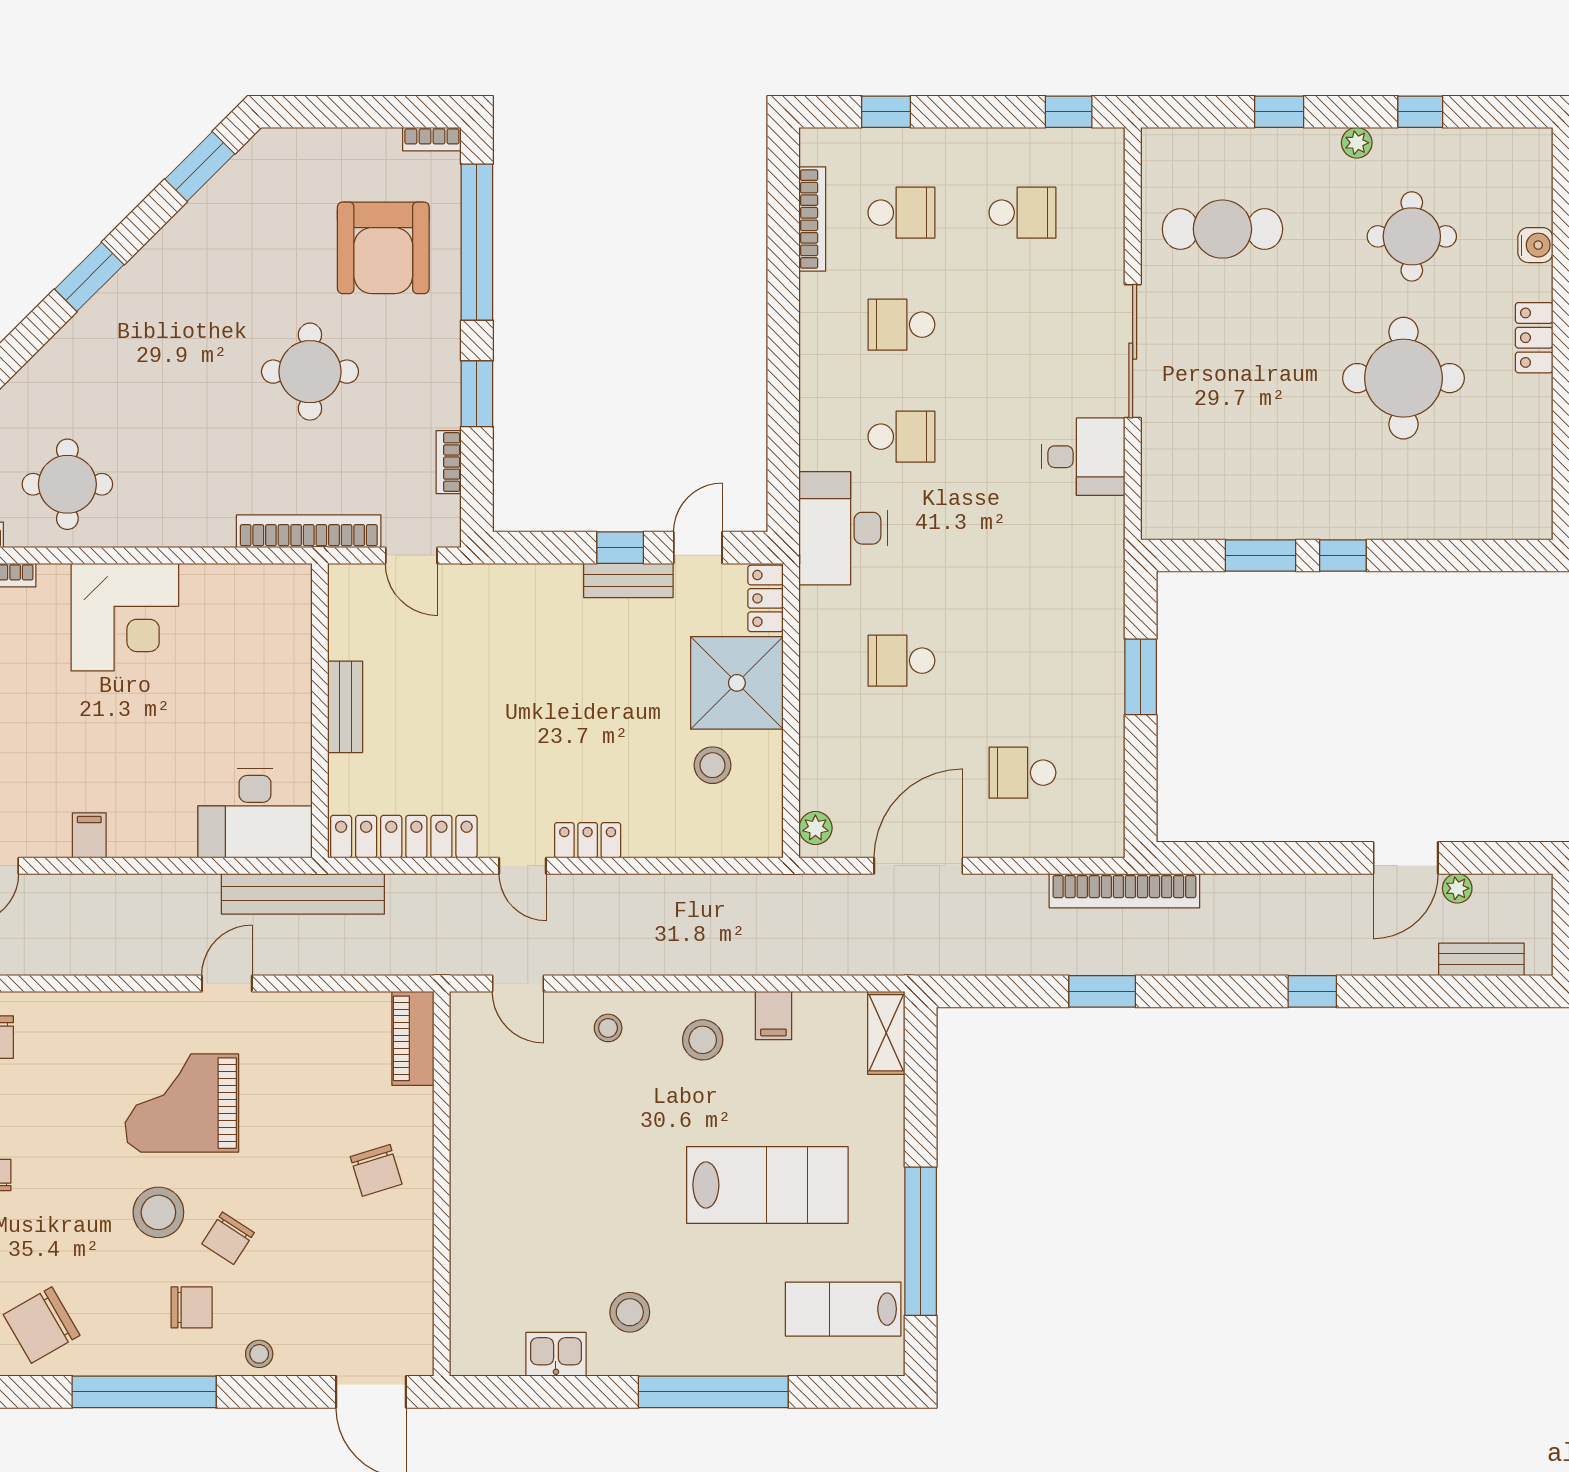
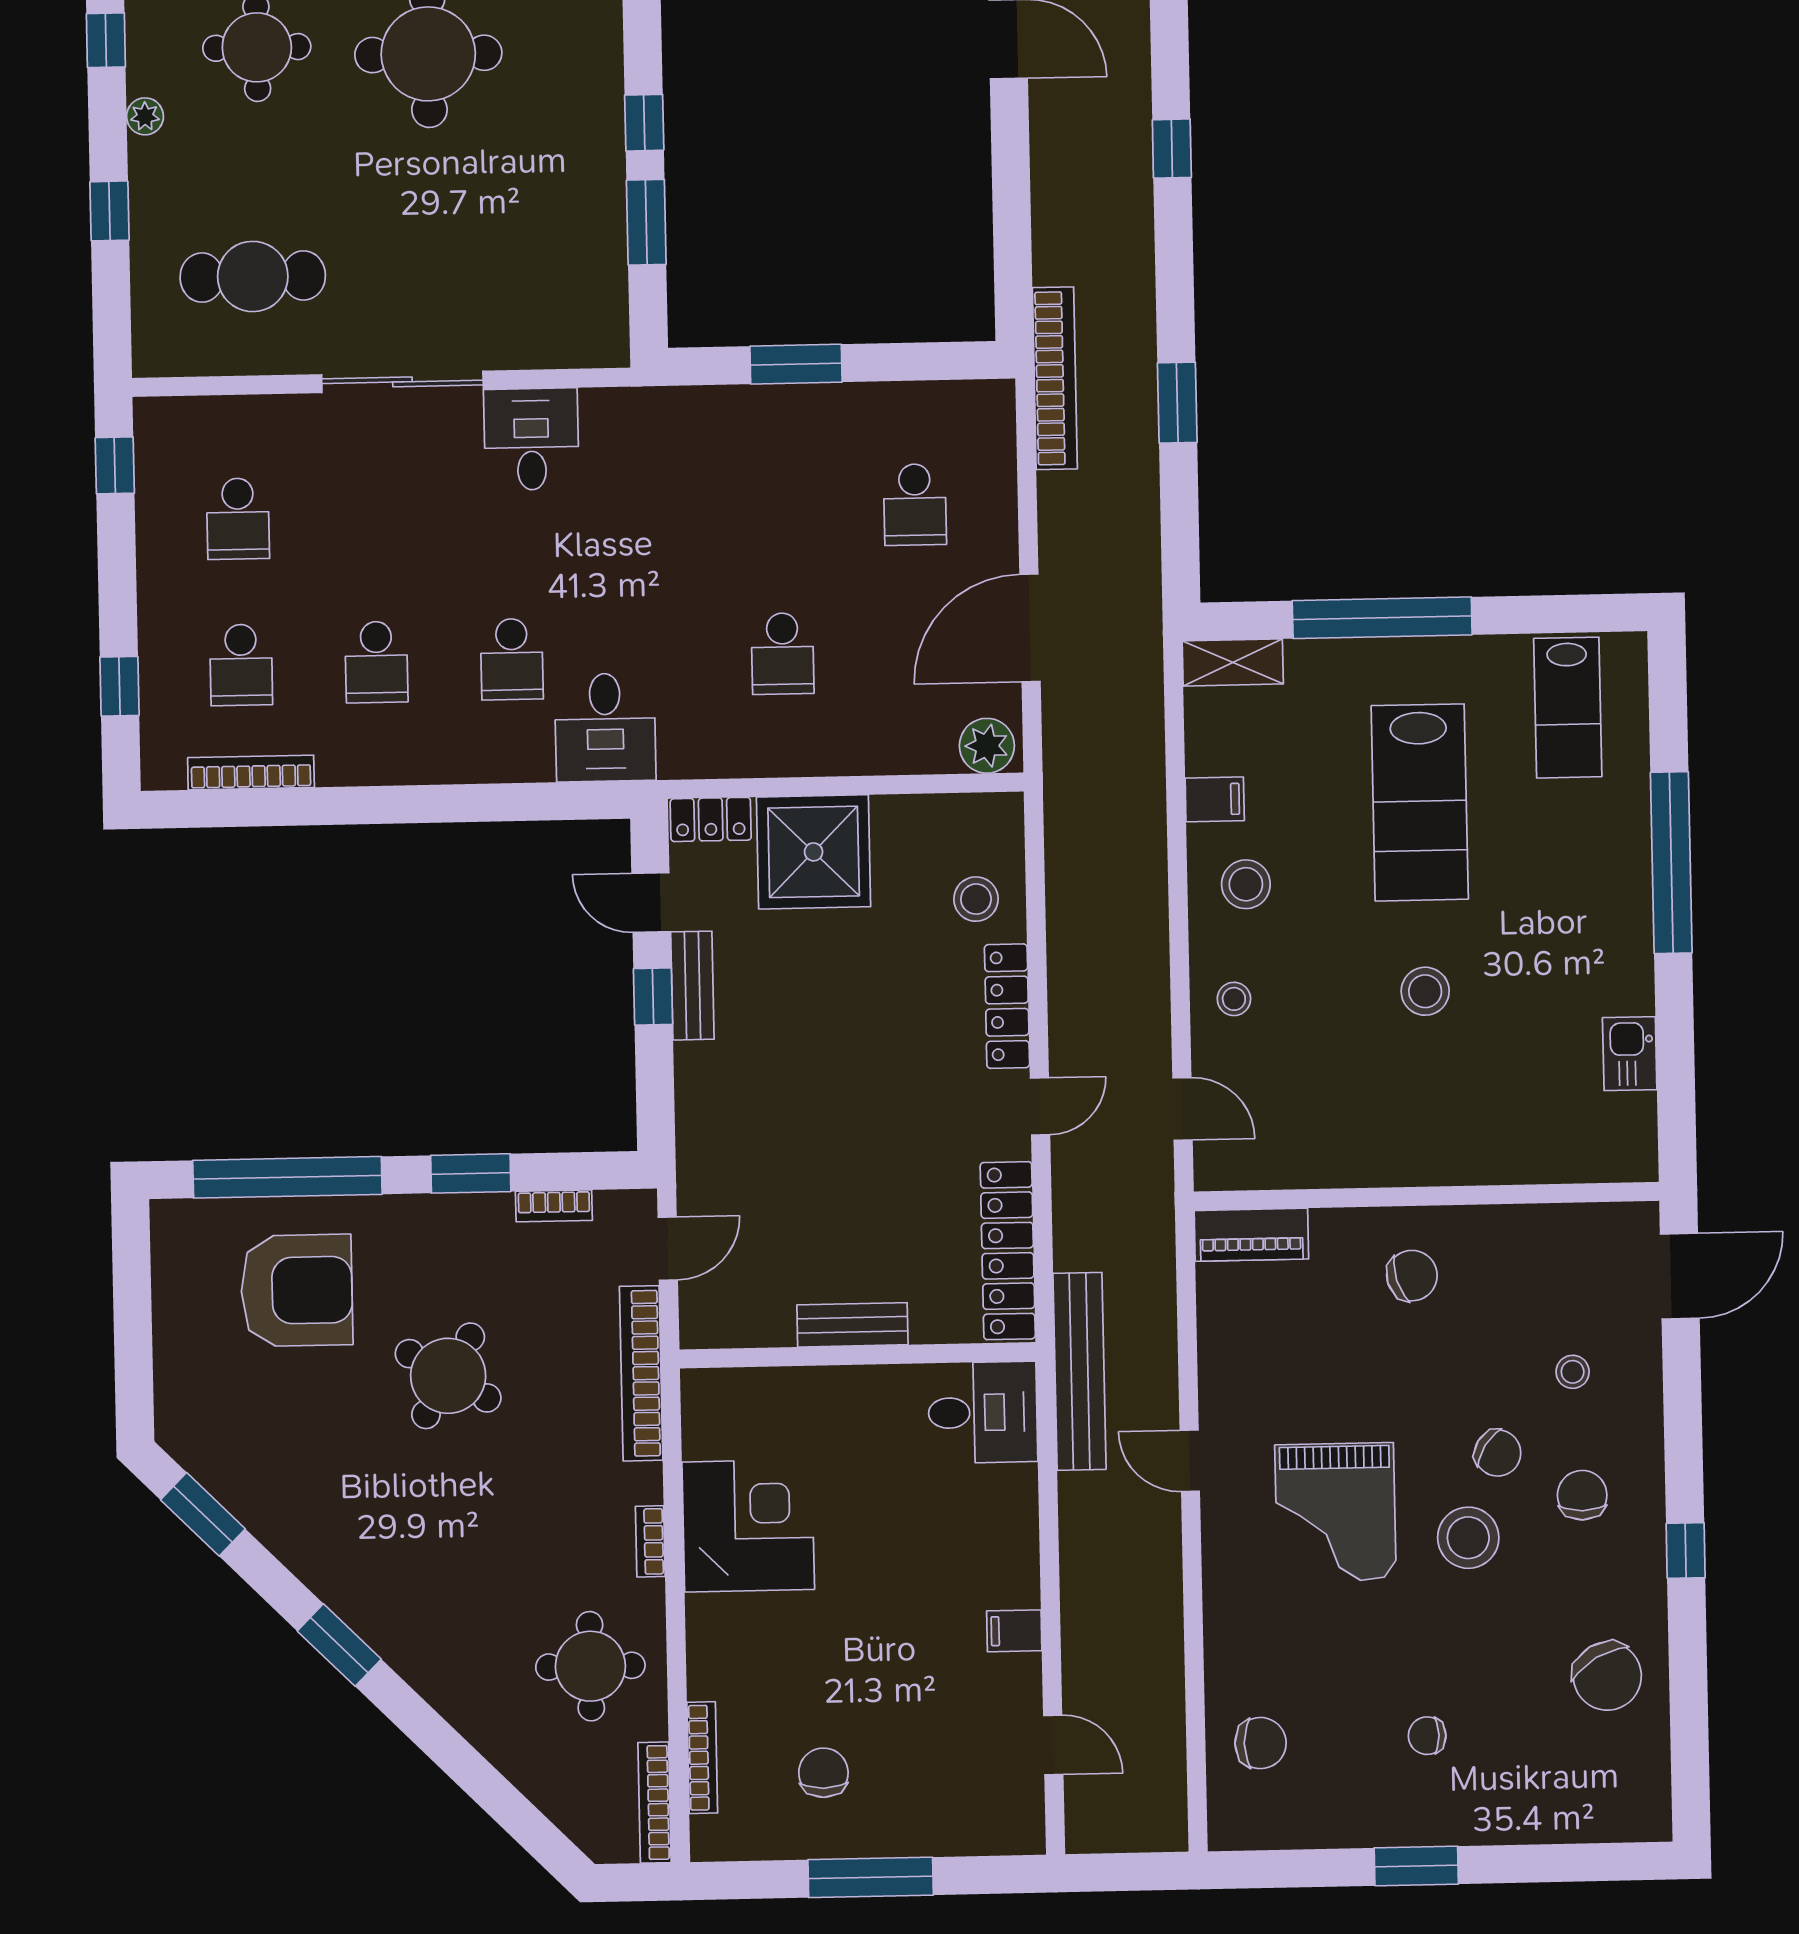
bookcase: (432, 139) -> (650, 1541), moved, turned 180
school desk: (901, 213) -> (241, 665), turned 180
school desk: (1022, 213) -> (238, 519), turned 180
cafe table: (1222, 229) -> (253, 276), turned 90
round table: (310, 372) -> (448, 1376), turned 31
school desk: (901, 437) -> (512, 659), turned 180
desk: (843, 528) -> (605, 727), width x0.73
corner desk: (125, 617) -> (748, 1526), moved
stool: (712, 765) -> (976, 899), moved
desk: (255, 813) -> (983, 1412), width x0.73
plant: (815, 828) -> (987, 746), width x1.38, depth x1.38
locker: (588, 840) -> (1007, 1006), width x1.53
door: (918, 866) -> (1030, 628), hinge flipped
door: (518, 984) -> (1182, 1109), hinge flipped
lab bench: (767, 1185) -> (1420, 802), turned 180
window: (921, 1241) -> (1382, 618), moved
stool: (630, 1312) -> (1425, 991), moved
stool: (259, 1354) -> (1573, 1372), moved
window: (144, 1392) -> (1686, 1550), width x0.32

